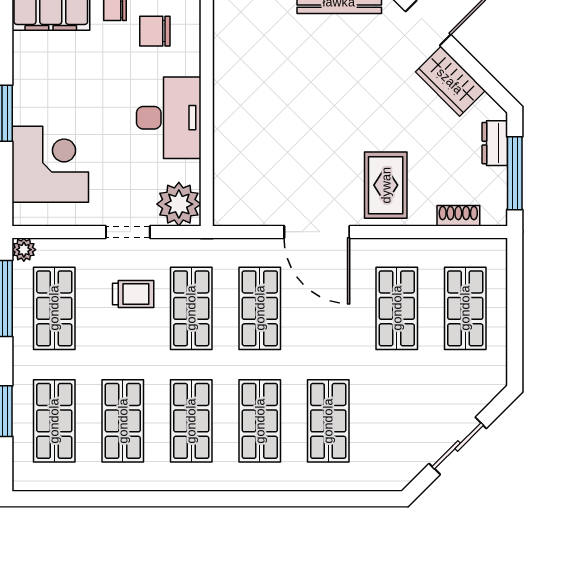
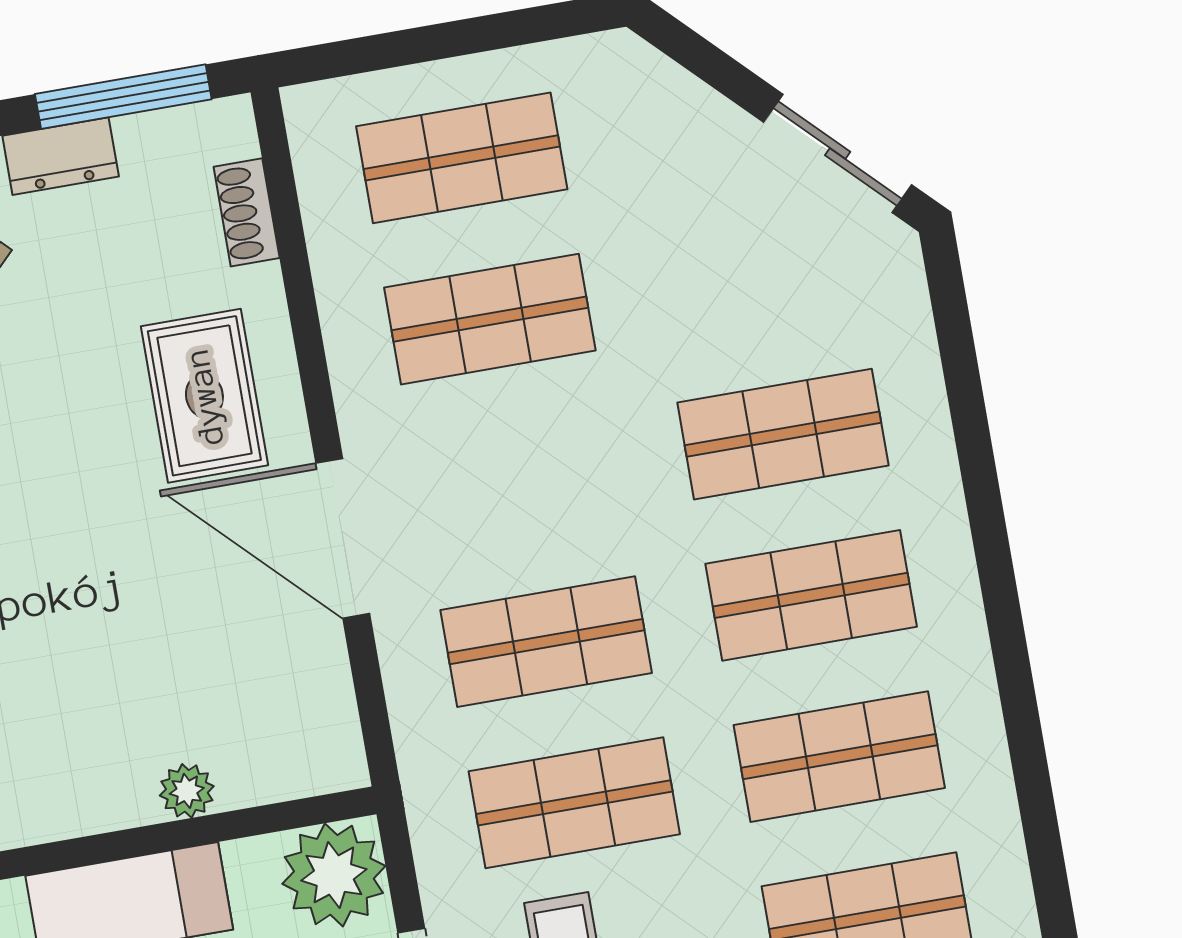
plant: (224, 149) -> (187, 791), added
rug: (386, 185) -> (204, 396), turned 90
door: (317, 232) -> (343, 538), swing flipped
sliding door: (458, 446) -> (838, 153), moved

